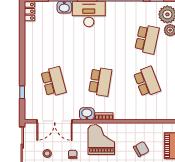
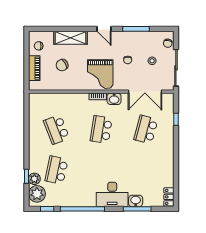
school desk: (54, 82) -> (146, 129), turned 30
double door: (55, 121) -> (145, 92), swing flipped

